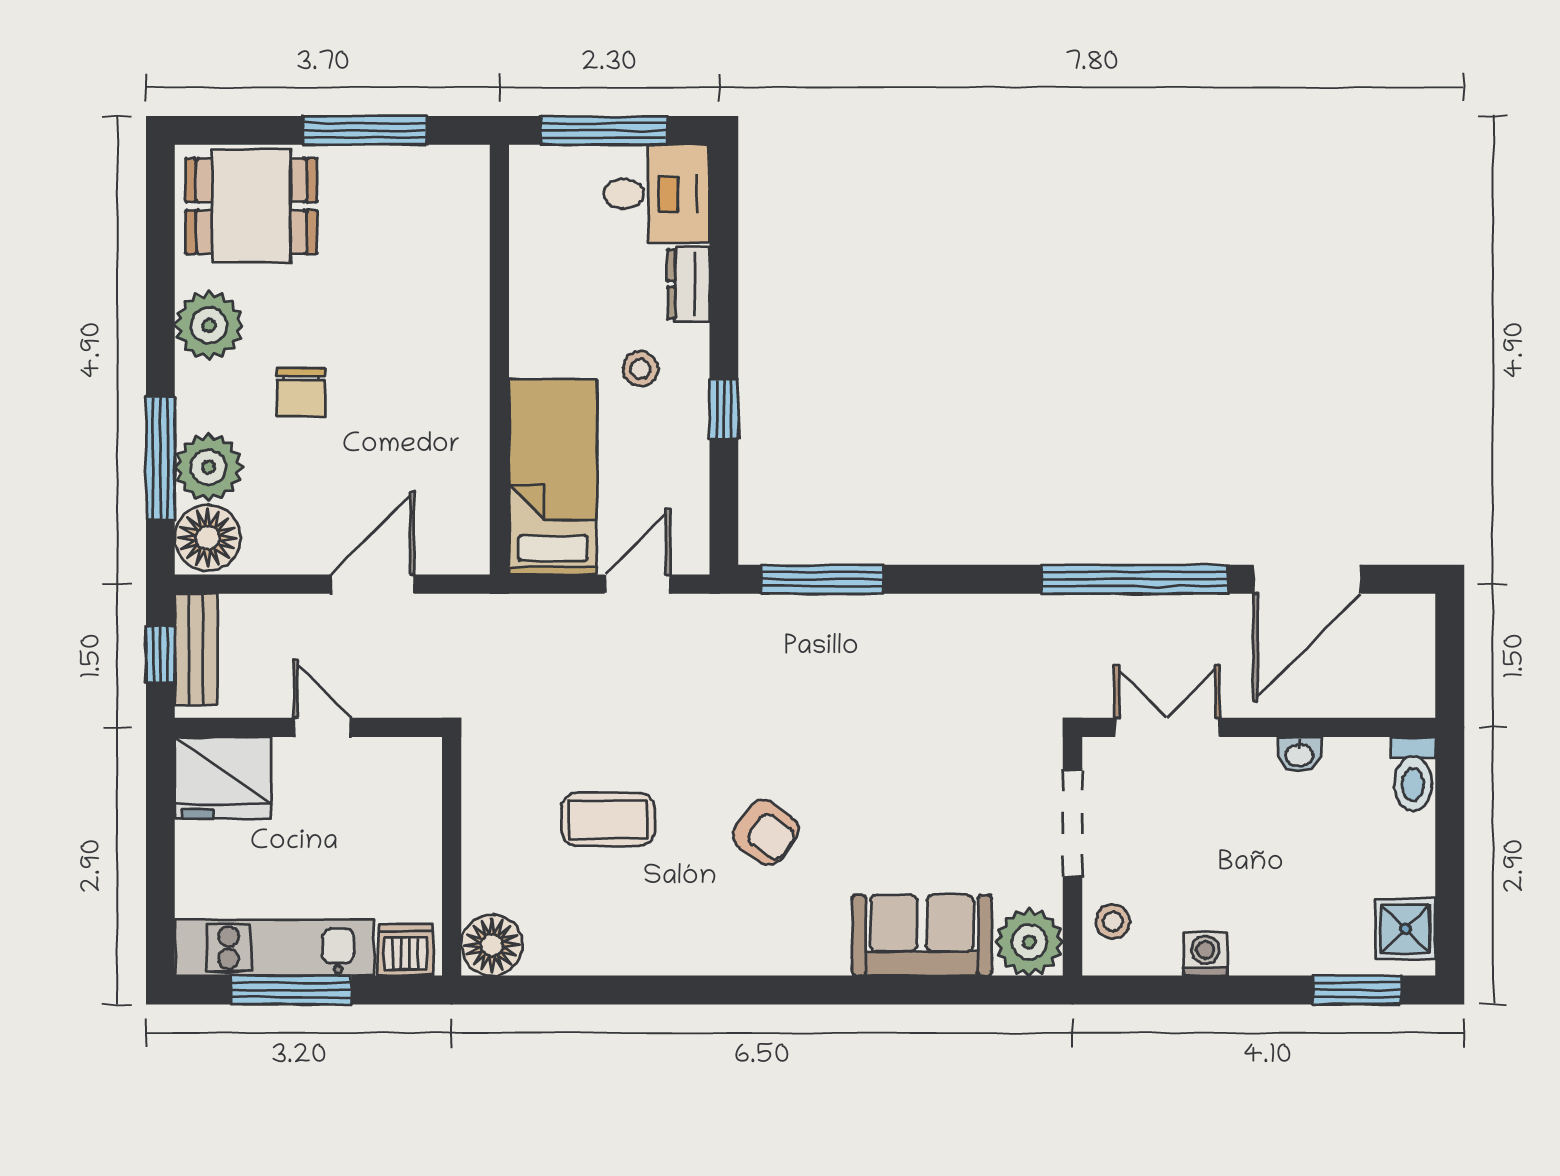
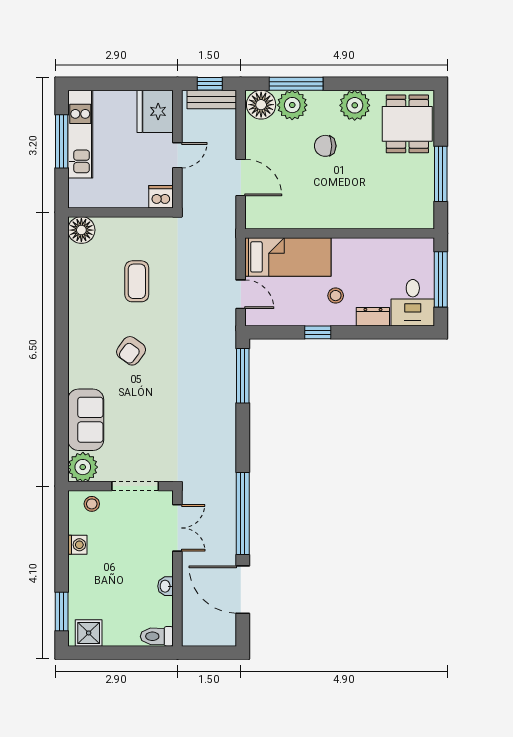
dishwasher: (406, 950) -> (161, 197), moved, turned -90

